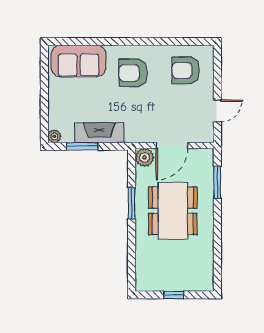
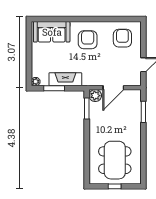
armchair: (186, 70) -> (122, 38), turned 90
armchair: (133, 73) -> (88, 40), turned 90
window: (132, 203) -> (87, 108), moved
dining table: (173, 211) -> (115, 160), moved

